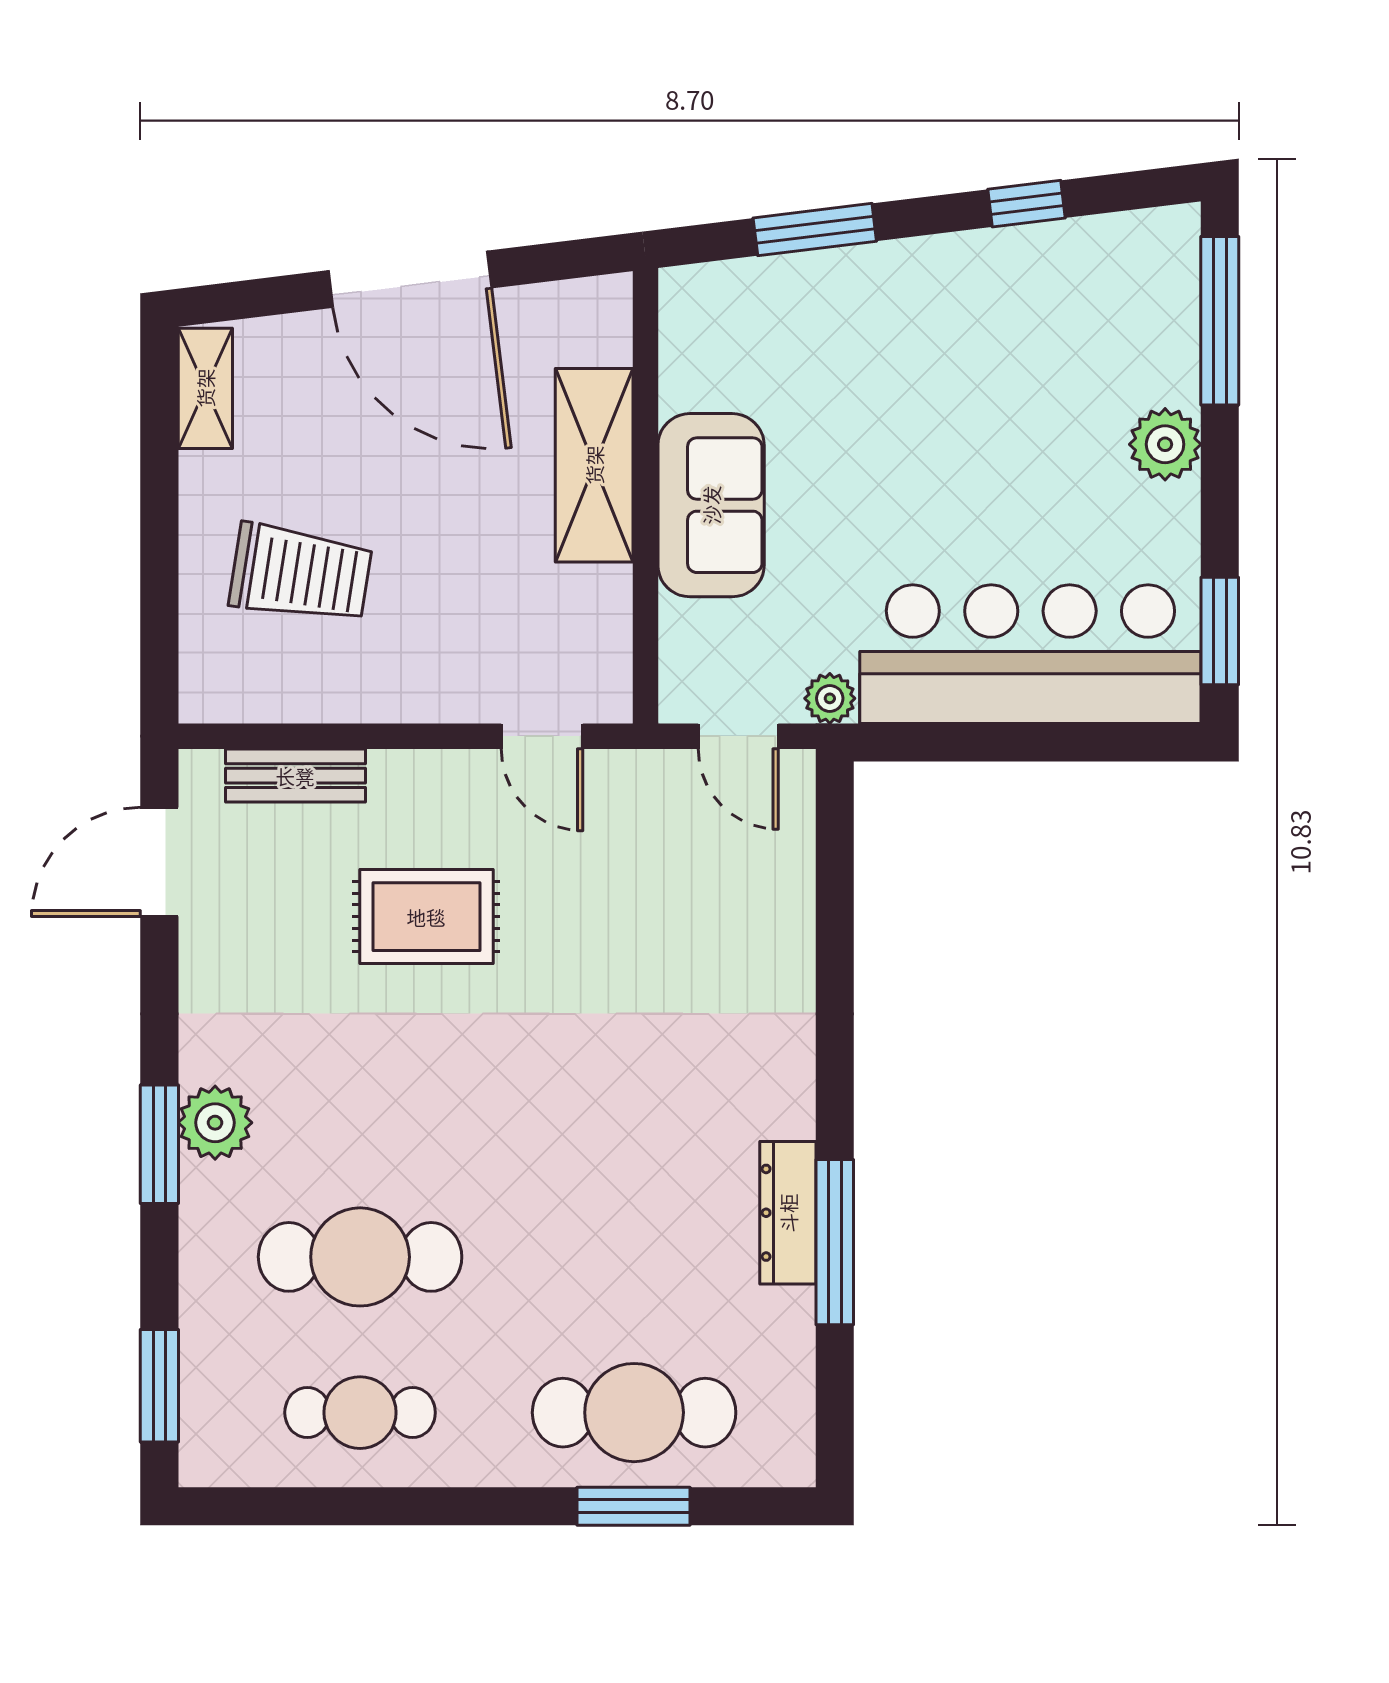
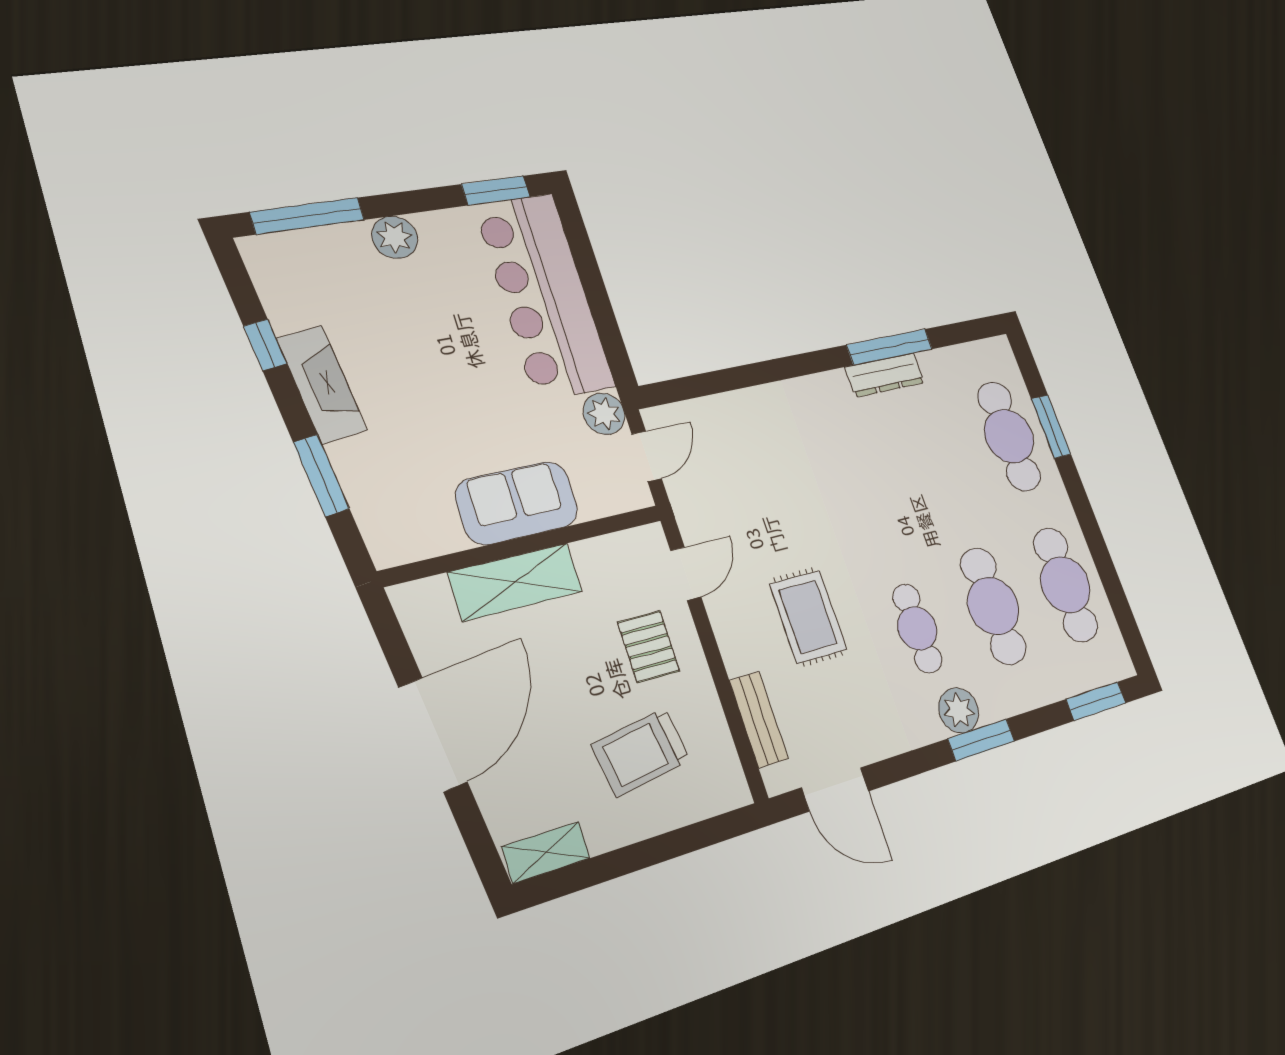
fireplace: (951, 268) -> (322, 384), added
trolley: (301, 573) -> (641, 752), turned -108
pallet: (448, 638) -> (649, 647), added
plant: (830, 698) -> (604, 414), width x1.38, depth x1.38
cafe table: (360, 1101) -> (917, 628), added
cafe table: (360, 1413) -> (1065, 585), width x1.37, depth x1.35

